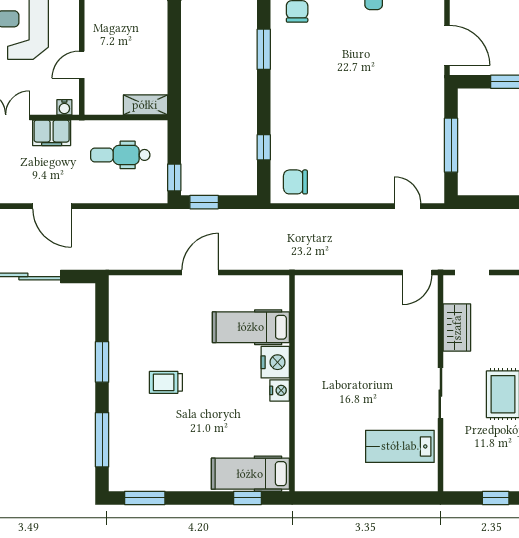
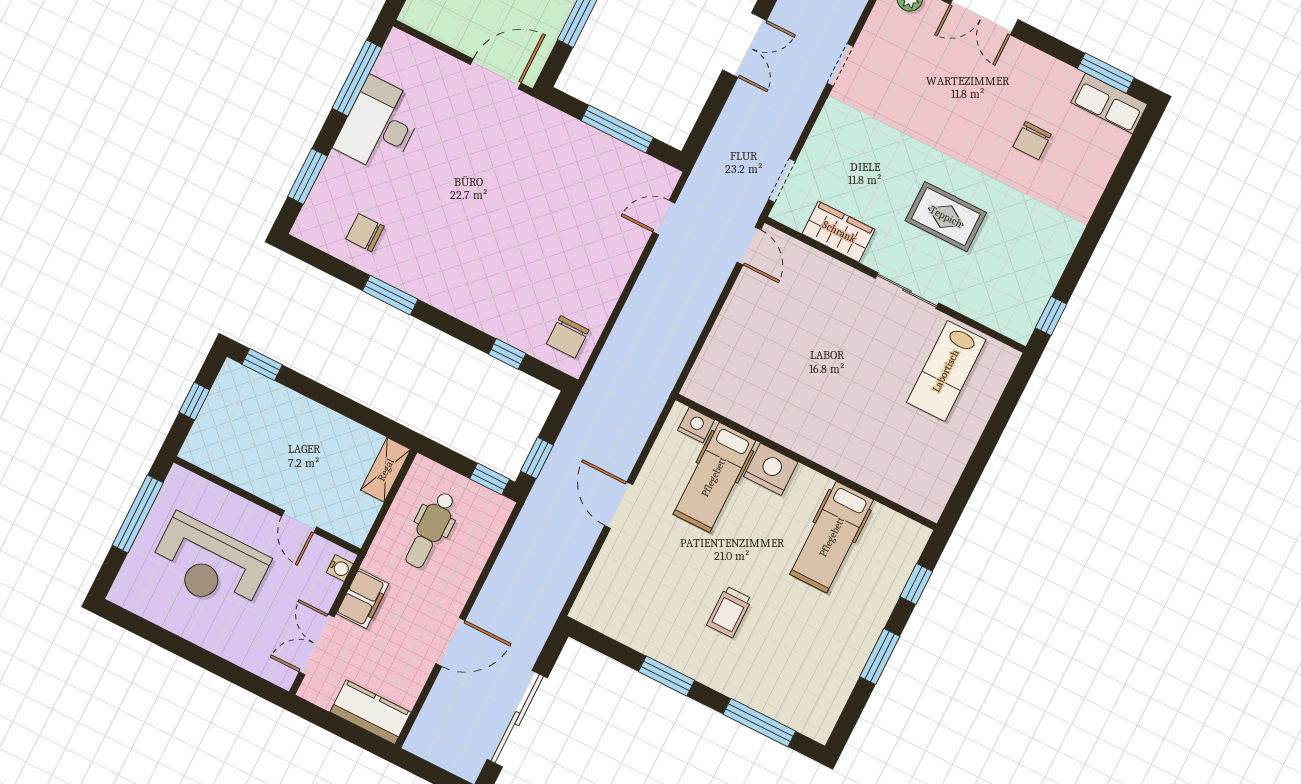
nightstand: (280, 390) -> (696, 425), moved
hospital bed: (250, 474) -> (832, 537), moved
window: (145, 498) -> (880, 657), moved
window: (496, 498) -> (1051, 316), moved

